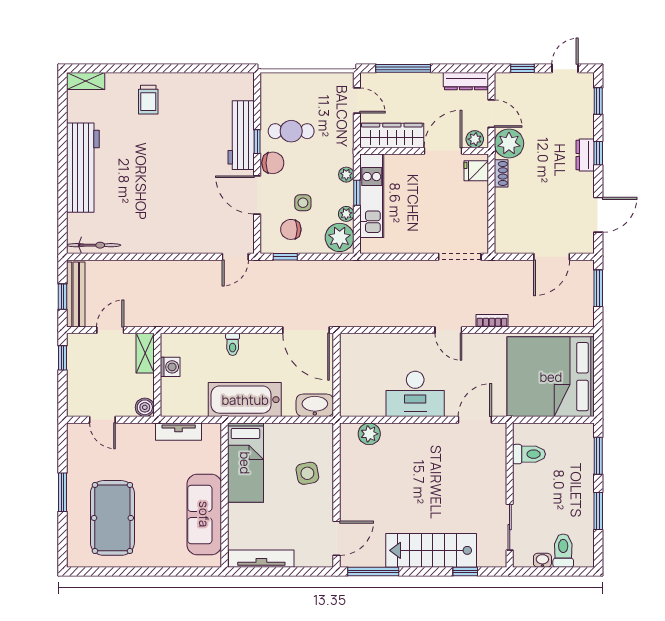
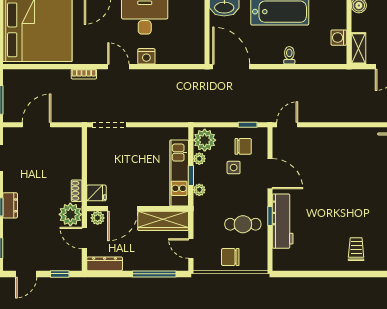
chair: (273, 163) -> (230, 257), moved
nightstand: (413, 343) -> (146, 56), added

